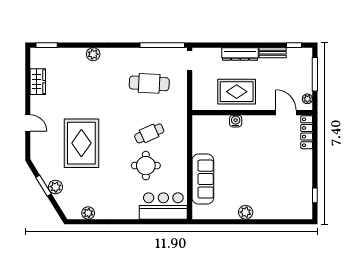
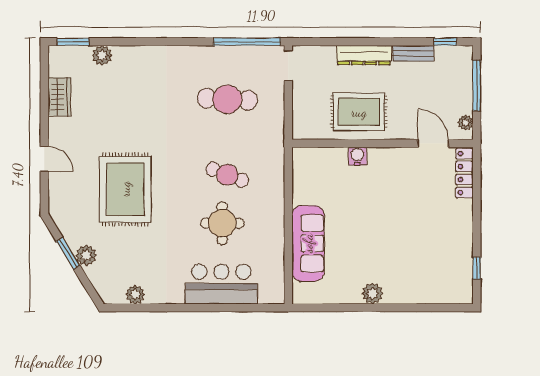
plant: (93, 54) -> (102, 55), moved
cafe table: (149, 133) -> (227, 175), turned 45
bar counter: (163, 206) -> (221, 284), moved

